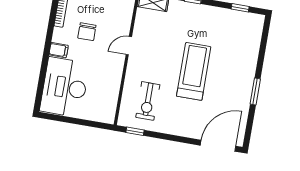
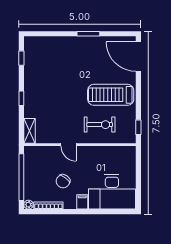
chair: (87, 32) -> (63, 181), turned 126
treadmill: (194, 71) -> (111, 95), moved
exercise bike: (148, 101) -> (100, 125), moved

